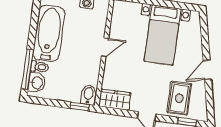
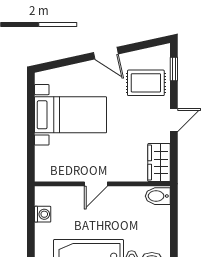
door: (105, 47) -> (96, 184), swing flipped
window: (80, 107) -> (174, 205), removed

